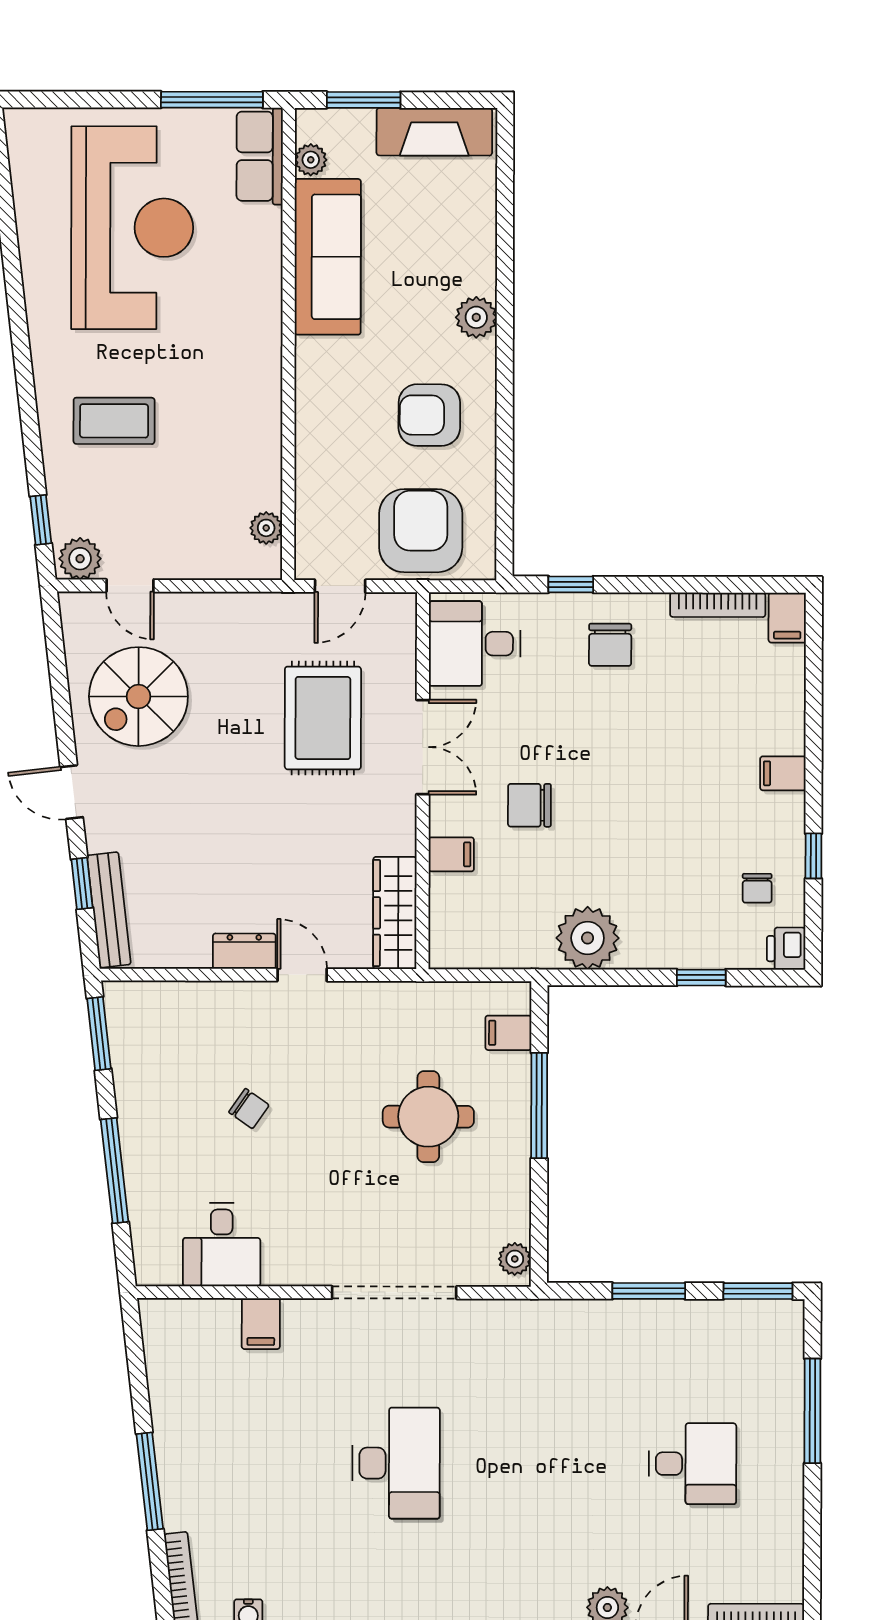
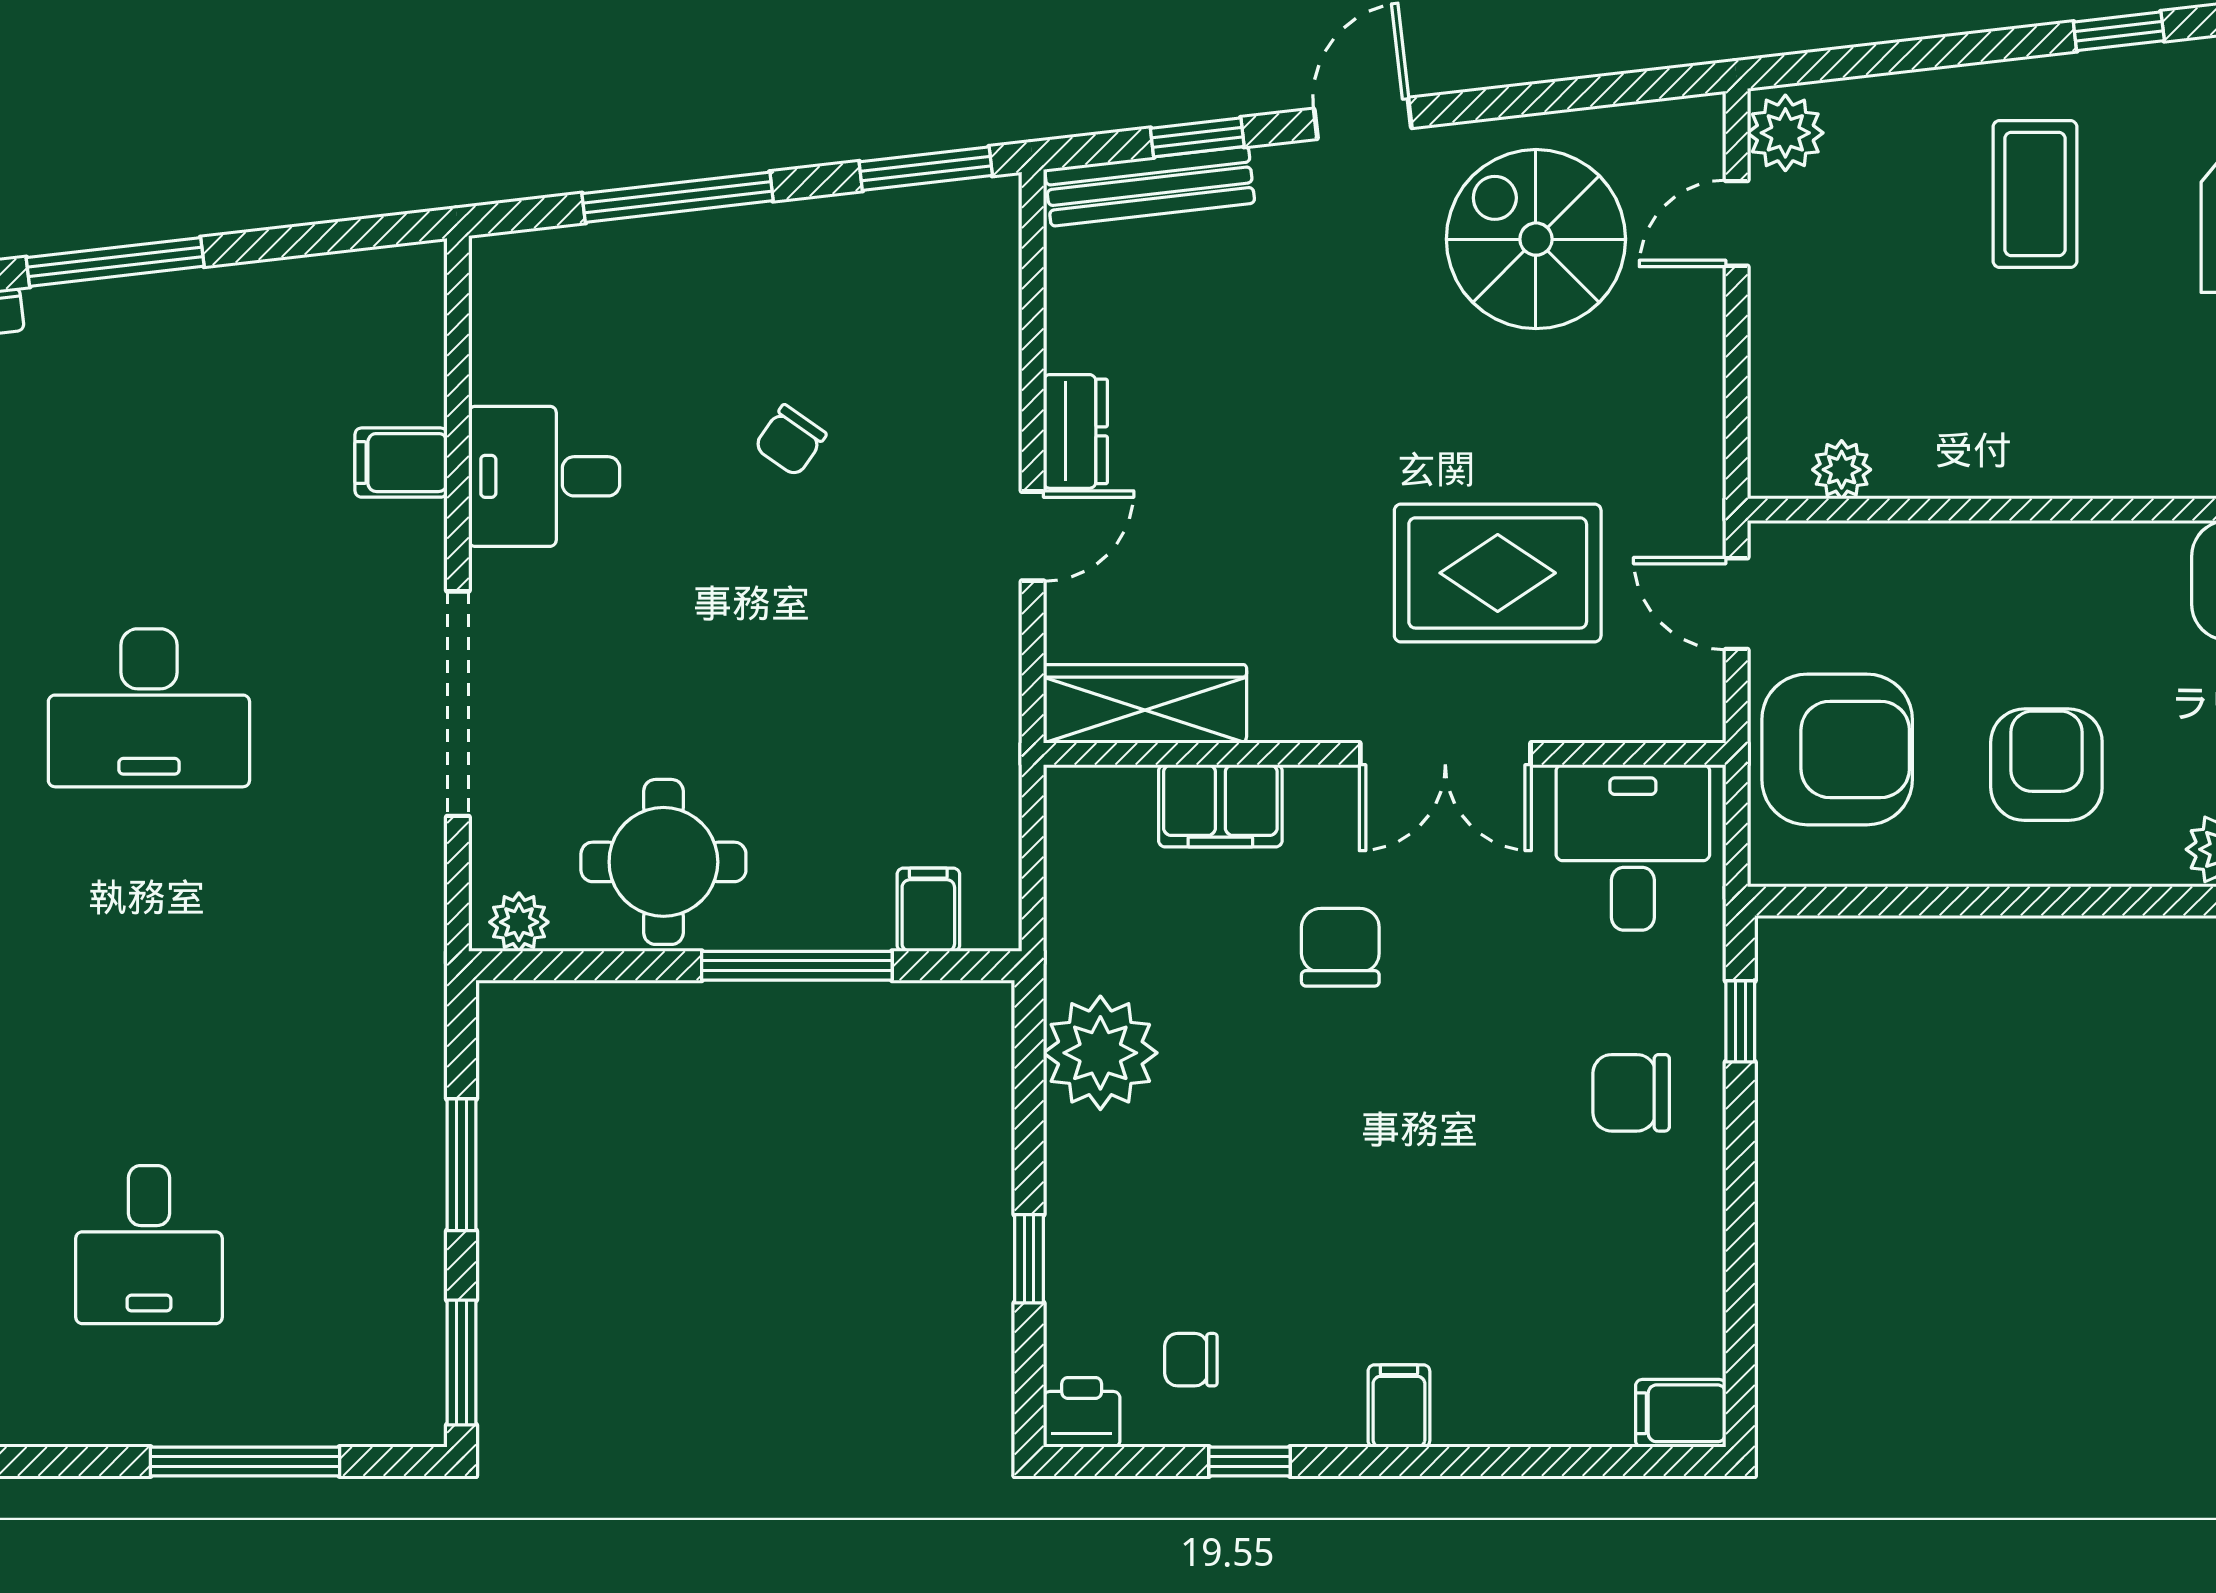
window: (41, 520) -> (2119, 31), moved
bookcase: (718, 605) -> (1704, 1287), removed
filing cabinet: (451, 854) -> (1220, 806), width x2.00
round table: (428, 1117) -> (663, 862), moved
desk: (222, 1244) -> (544, 476), moved

